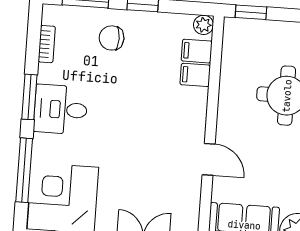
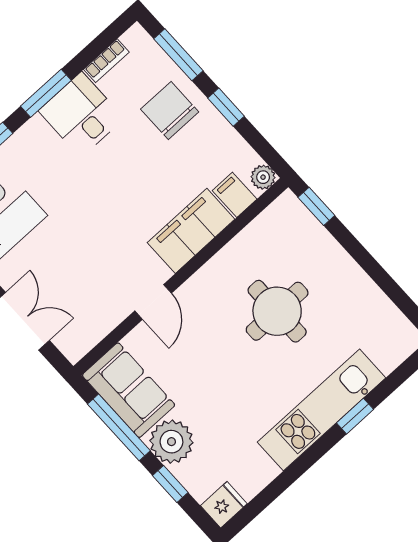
chair: (112, 38) -> (170, 111), width x1.37, depth x1.37
filing cabinet: (195, 75) -> (191, 231), width x3.00, depth x1.17
desk: (61, 109) -> (81, 115), moved

